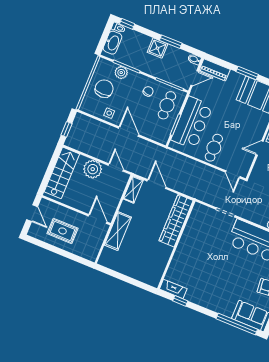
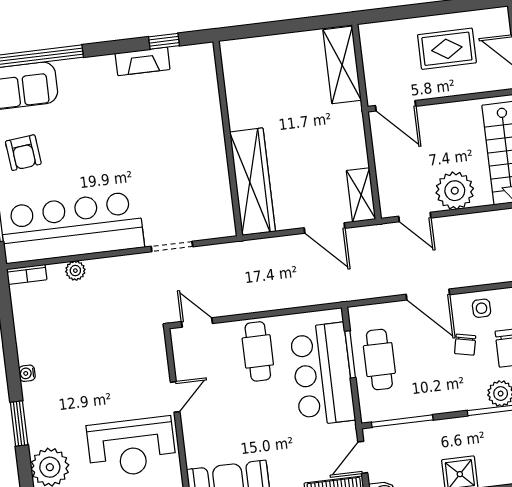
chair: (148, 91) -> (465, 345), moved
cafe table: (167, 105) -> (379, 360), moved
shelving: (118, 231) -> (342, 65), moved
fireplace: (173, 289) -> (143, 61), moved

